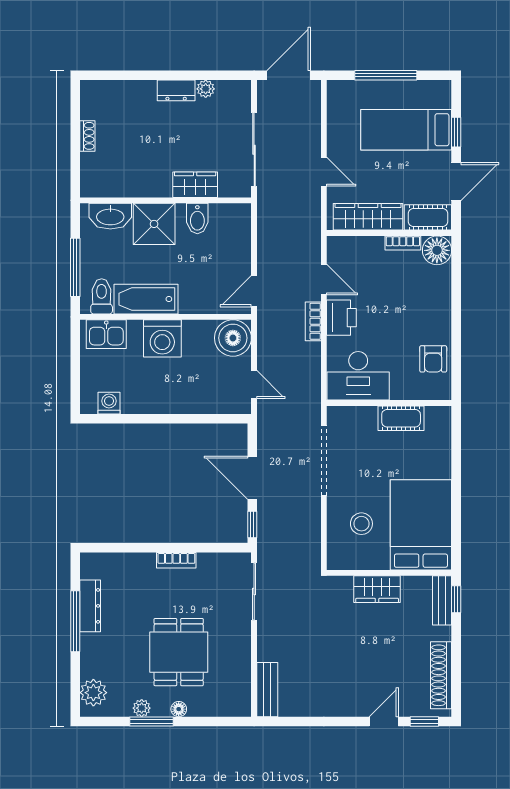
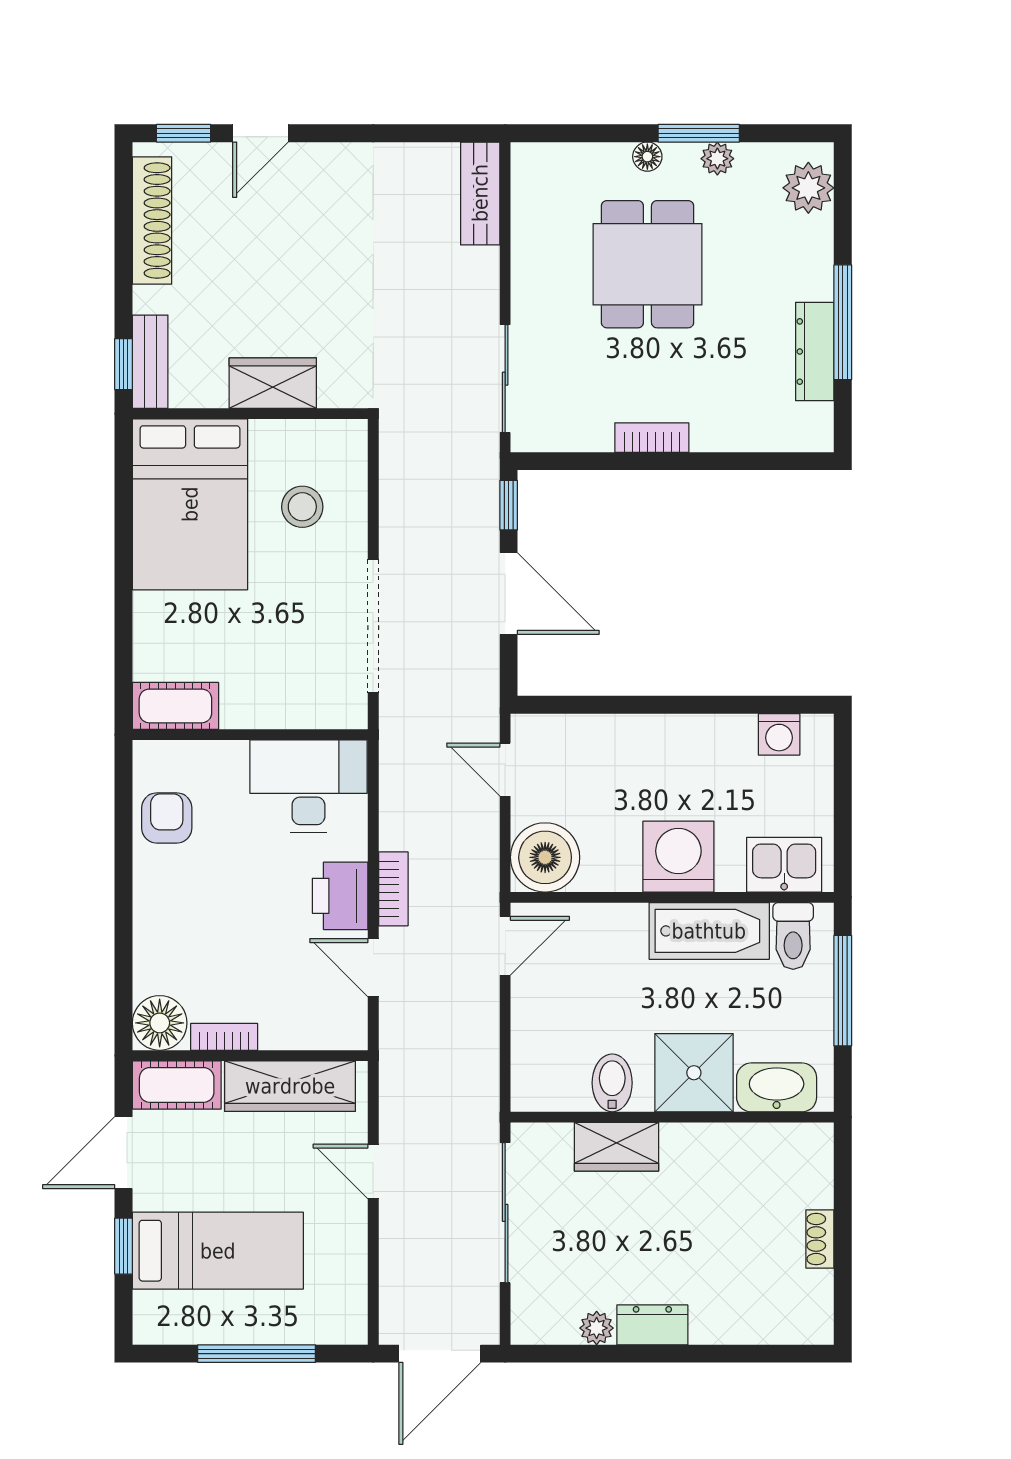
cot: (401, 418) -> (175, 706), moved

